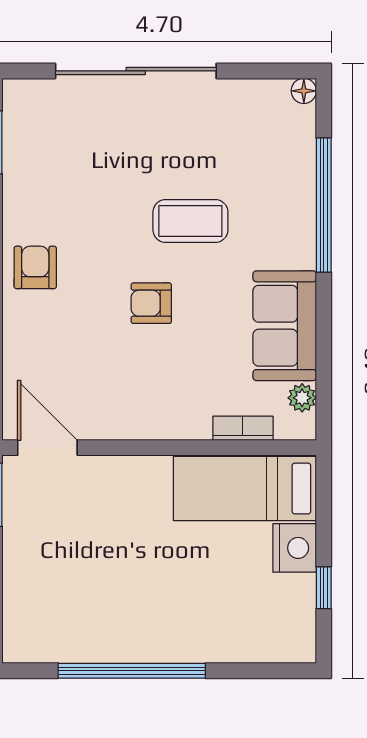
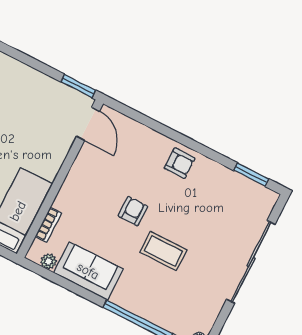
coffee table: (190, 221) -> (163, 251), turned 90
door: (47, 448) -> (88, 124), hinge flipped

